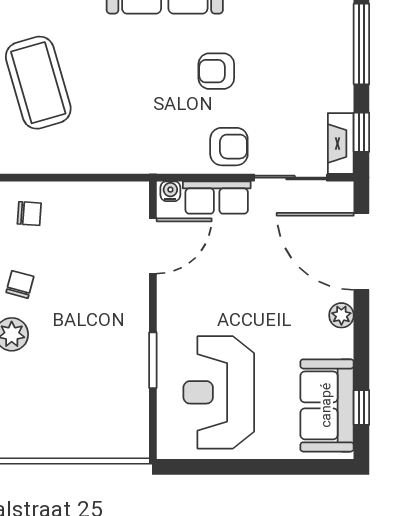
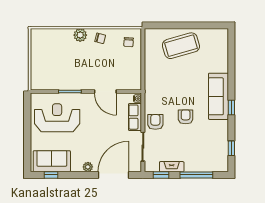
fireplace: (341, 143) -> (172, 167), moved
armchair: (229, 147) -> (155, 122), turned 180
door: (153, 246) -> (105, 92), moved

